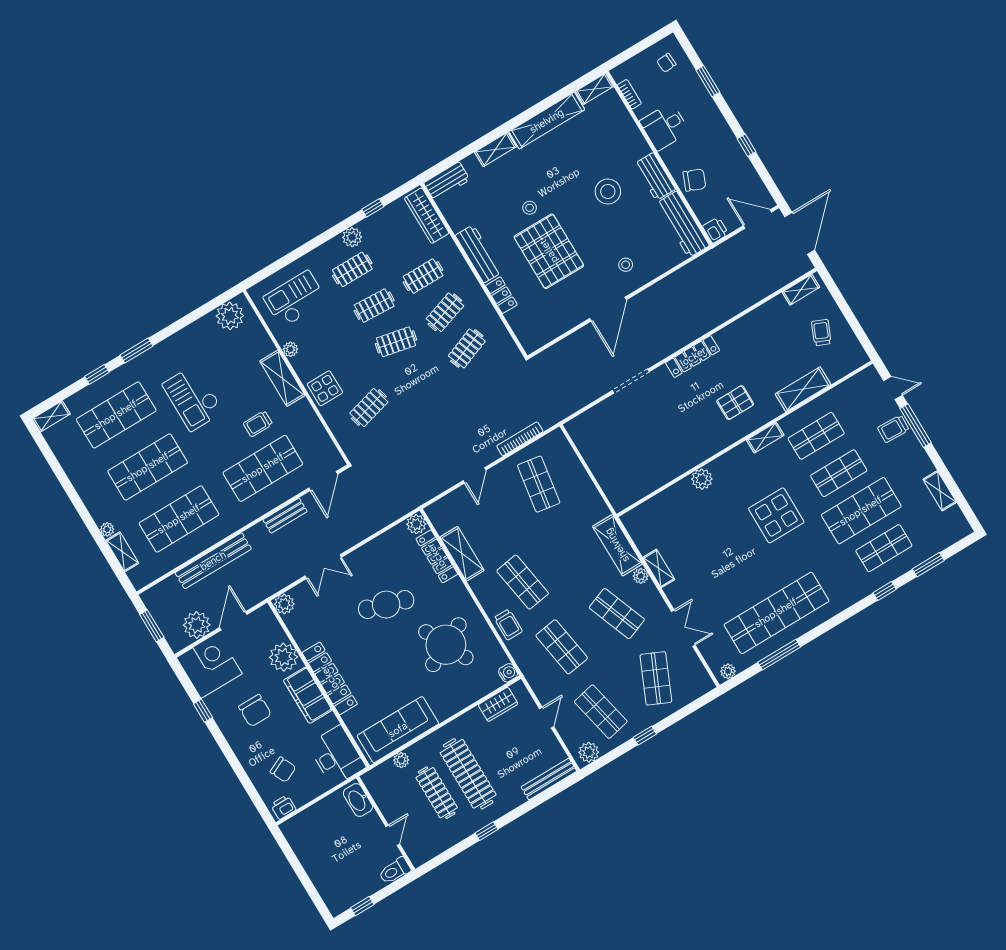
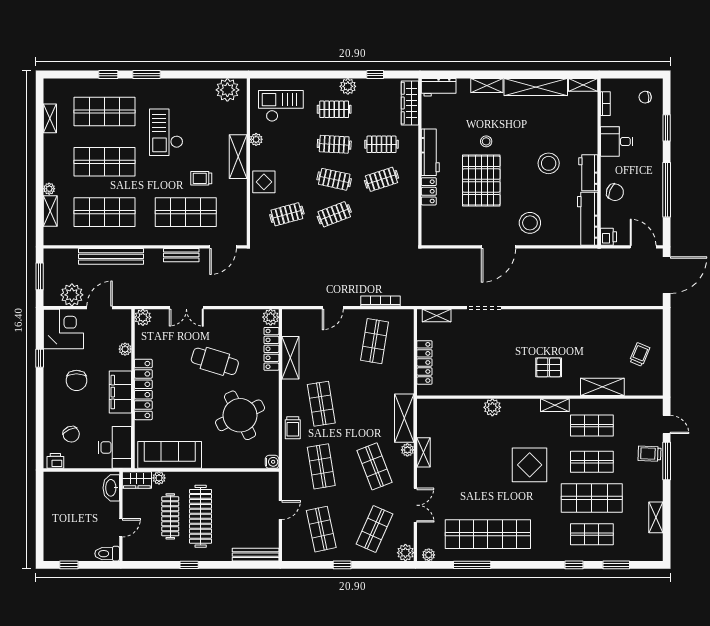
window: (746, 145) -> (667, 190), width x3.17
stool: (626, 265) -> (530, 223), width x1.89, depth x1.89
shelving: (801, 290) -> (437, 316), moved
clothes rail: (467, 348) -> (334, 214), moved
locker: (693, 357) -> (424, 362), moved, turned -90
shelving: (51, 416) -> (50, 118), moved, turned 90
plant: (283, 657) -> (125, 349), width x0.53, depth x0.53
wardrobe: (498, 704) -> (137, 480), moved
plant: (589, 752) -> (405, 553), moved

